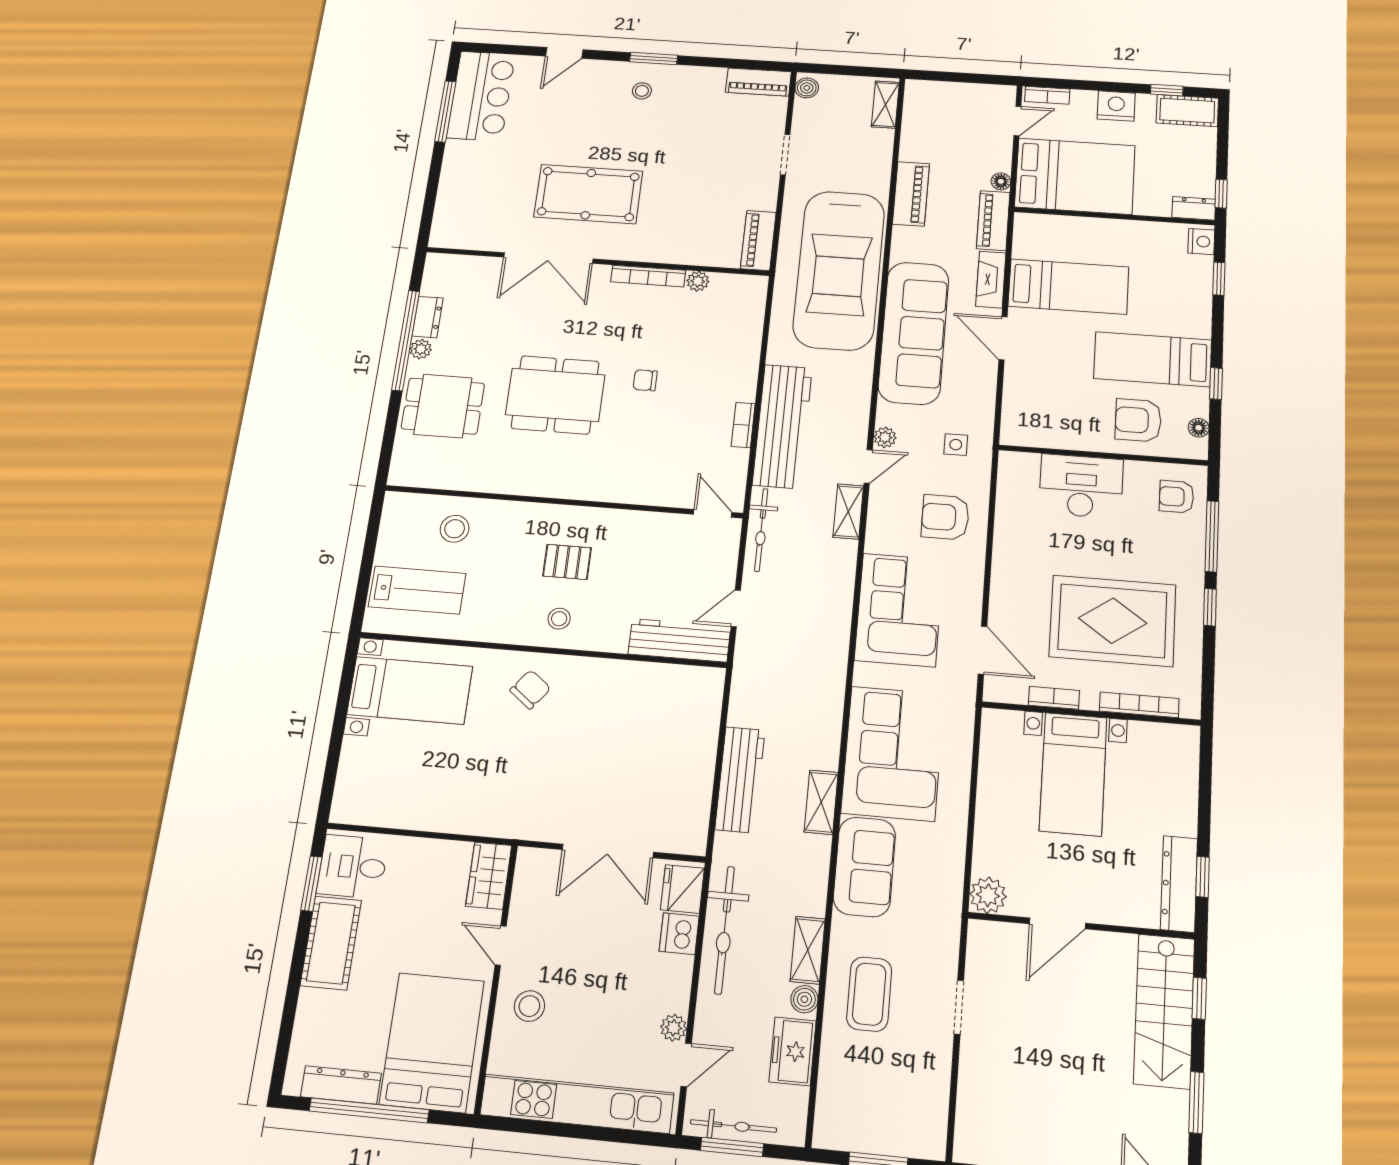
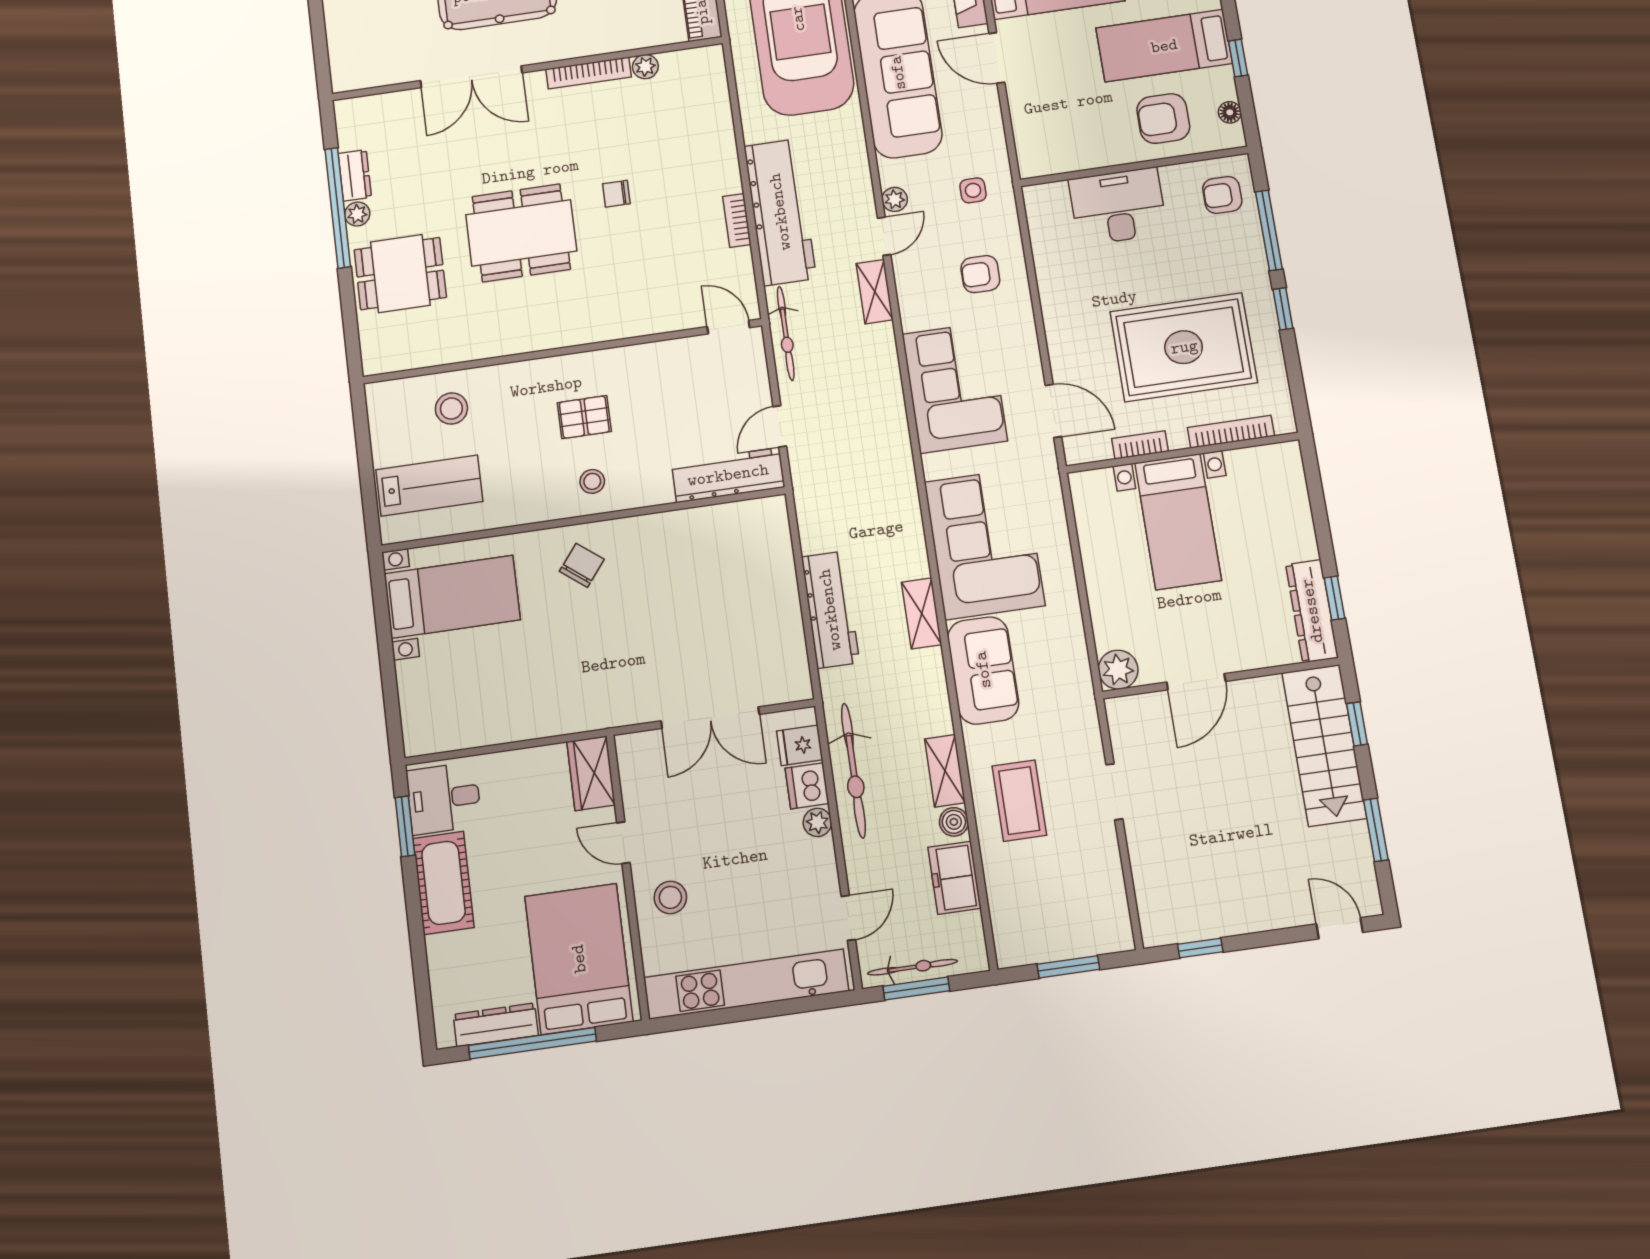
armchair: (945, 517) -> (980, 274), width x0.72, depth x0.72
fridge: (682, 889) -> (800, 745), width x0.72
plant: (674, 1028) -> (817, 822), moved

